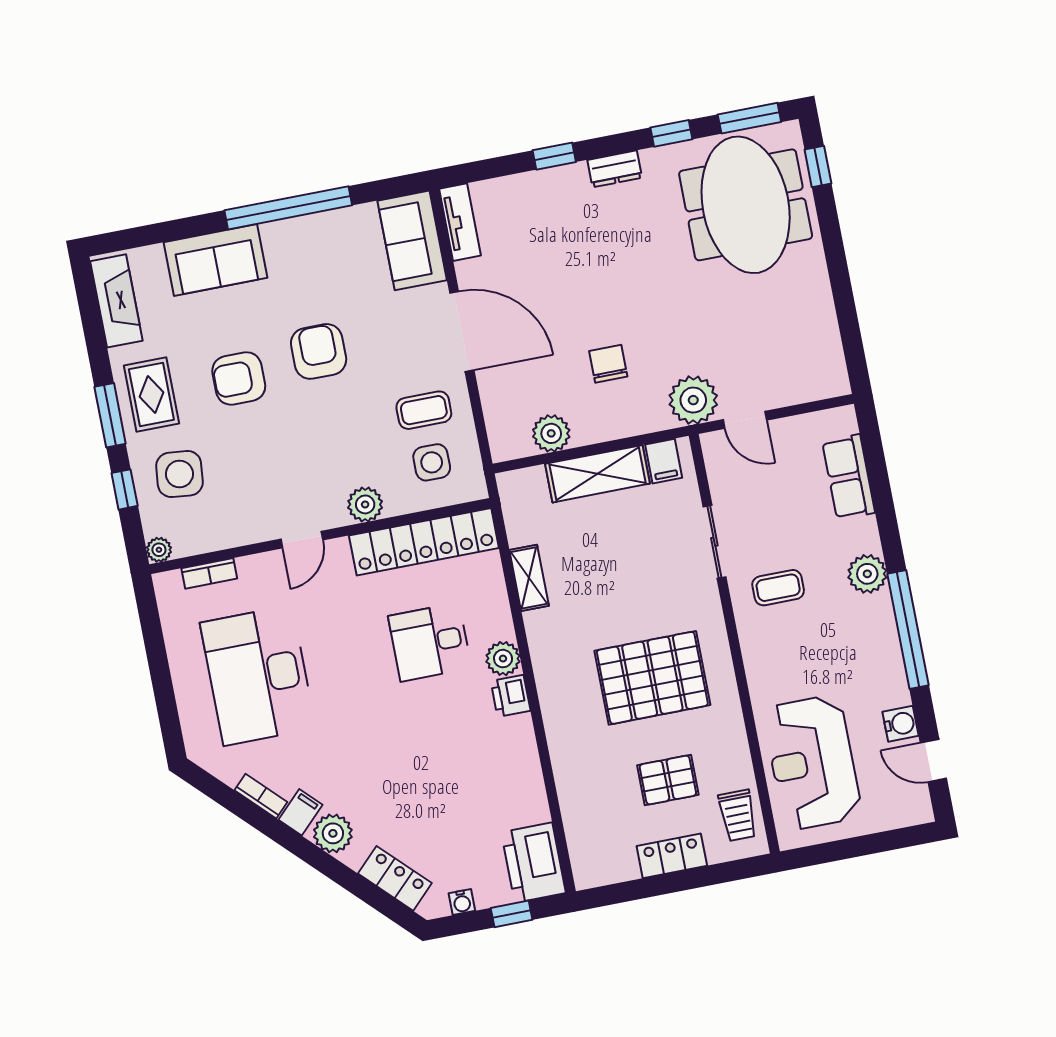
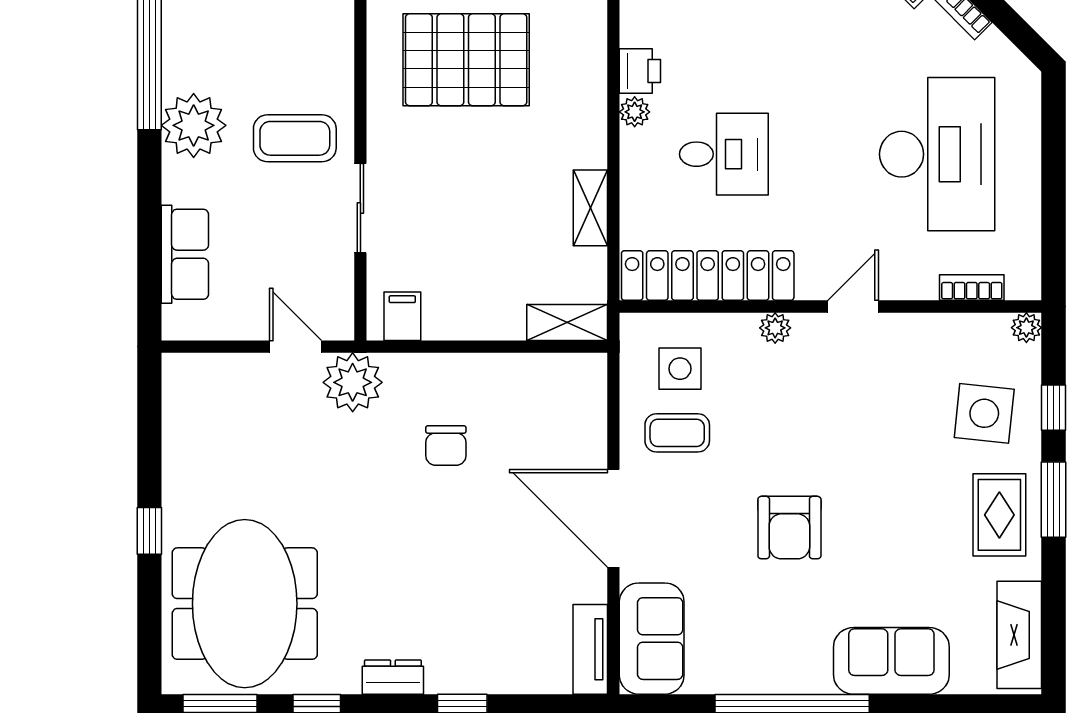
window: (818, 166) -> (149, 531), moved
armchair: (239, 378) -> (891, 514), removed
plant: (551, 433) -> (530, 375), removed
shelving: (598, 474) -> (567, 323), moved, width x0.67, depth x0.75
plant: (365, 504) -> (775, 328), width x0.73, depth x0.73
plant: (867, 574) -> (194, 125), width x1.36, depth x1.36
coffee table: (778, 588) -> (295, 138), width x1.36, depth x1.30
plant: (503, 659) -> (635, 112), width x0.73, depth x0.73

